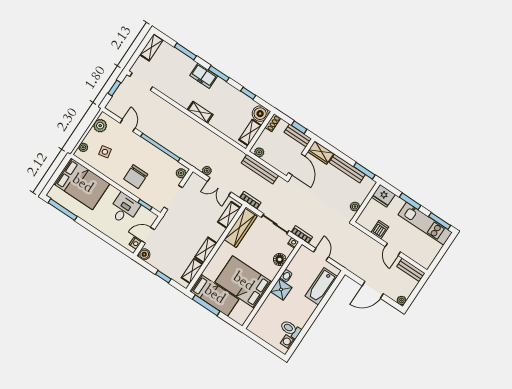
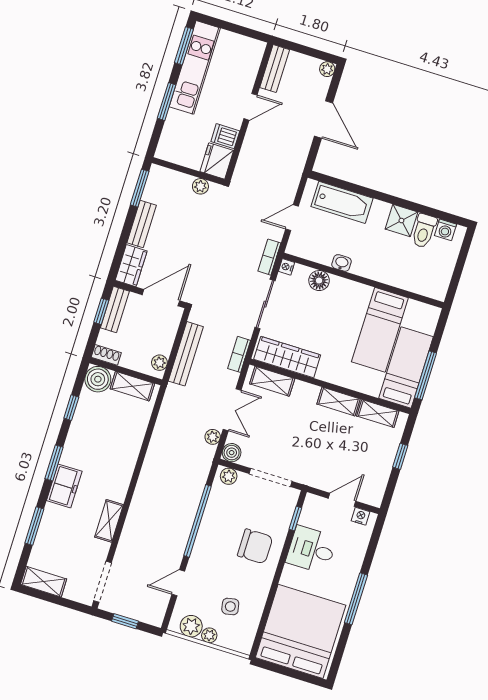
shelving: (200, 112) -> (109, 521), moved
plant: (83, 147) -> (209, 635), moved
bench: (347, 168) -> (142, 224), width x0.73
bed: (82, 184) -> (301, 631), width x1.36
fridge: (383, 196) -> (217, 161), moved, turned 180
window: (63, 210) -> (356, 599), moved
door: (148, 235) -> (342, 500), swing flipped
boiler: (144, 254) -> (232, 453), moved
bed: (243, 282) -> (380, 330), width x0.67
shower: (281, 289) -> (401, 221), moved

